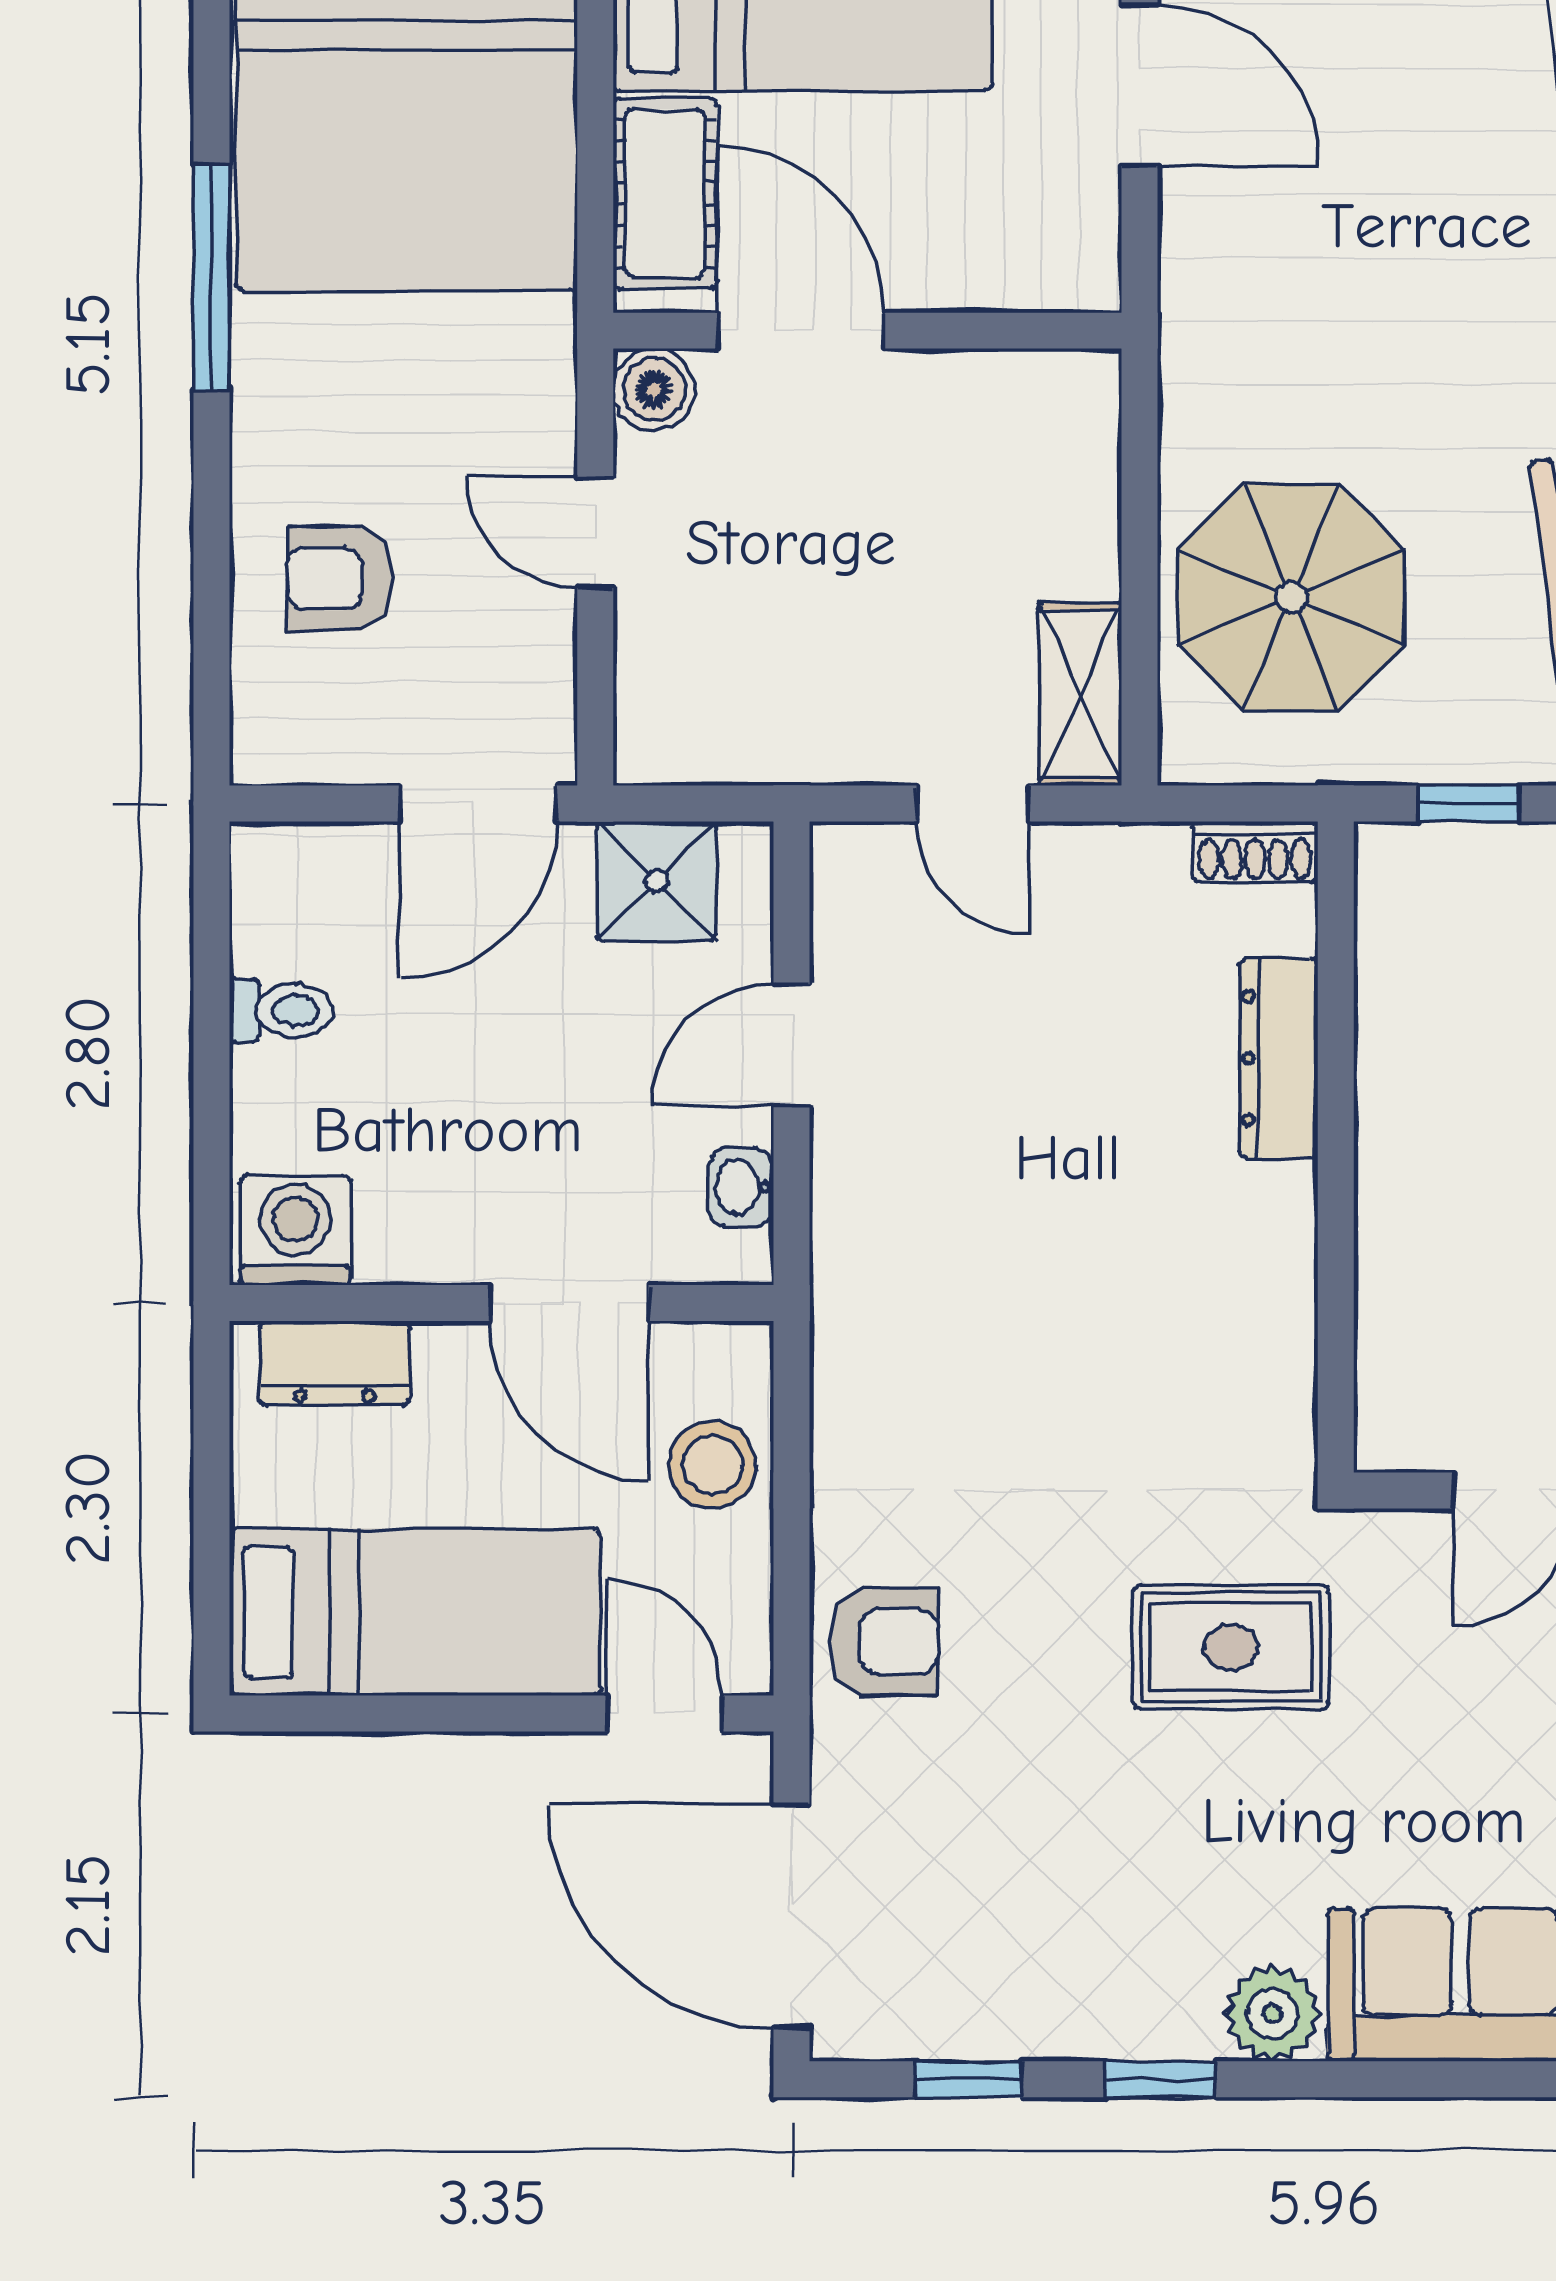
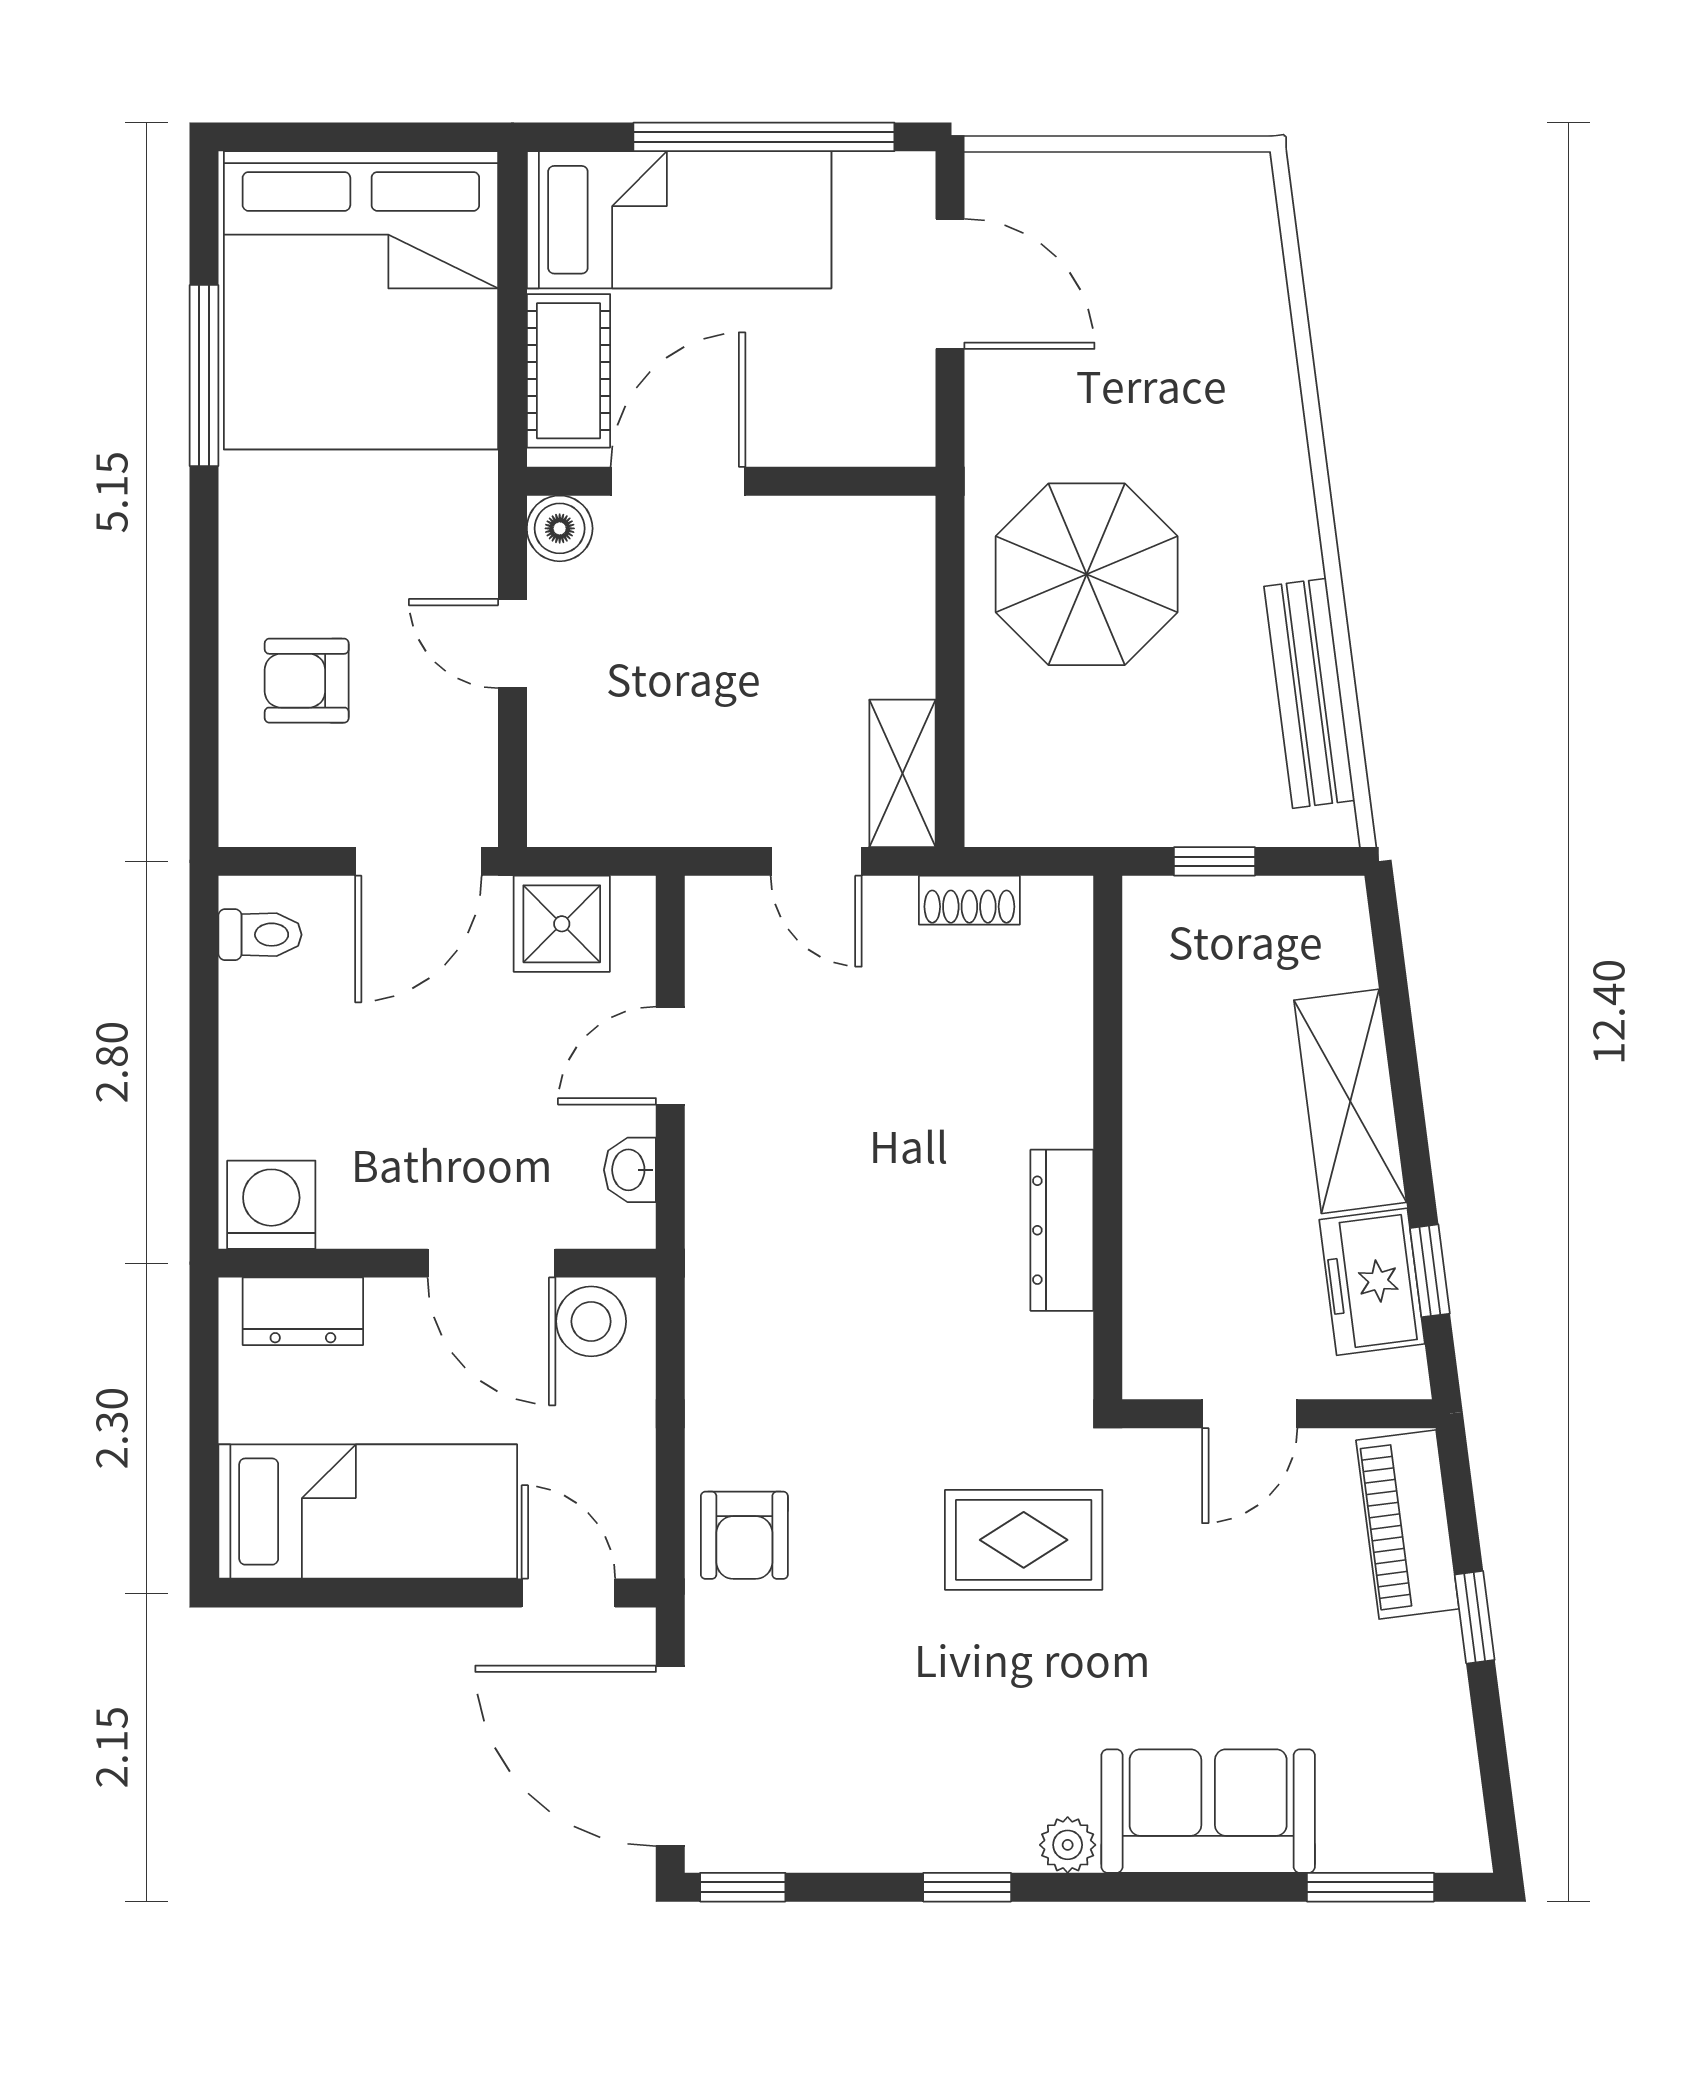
window: (212, 277) -> (204, 376), moved
door: (801, 331) -> (678, 481), hinge flipped
parasol: (1291, 597) -> (1087, 574), moved
shoe rack: (1255, 852) -> (969, 900), moved
toilet: (281, 1011) -> (260, 935), moved
dresser: (1279, 1058) -> (1062, 1230), moved
stool: (712, 1465) -> (591, 1321), moved
armchair: (884, 1642) -> (744, 1535), turned 90
plant: (1273, 2014) -> (1068, 1845), width x0.73, depth x0.73
window: (968, 2079) -> (743, 1887), moved

